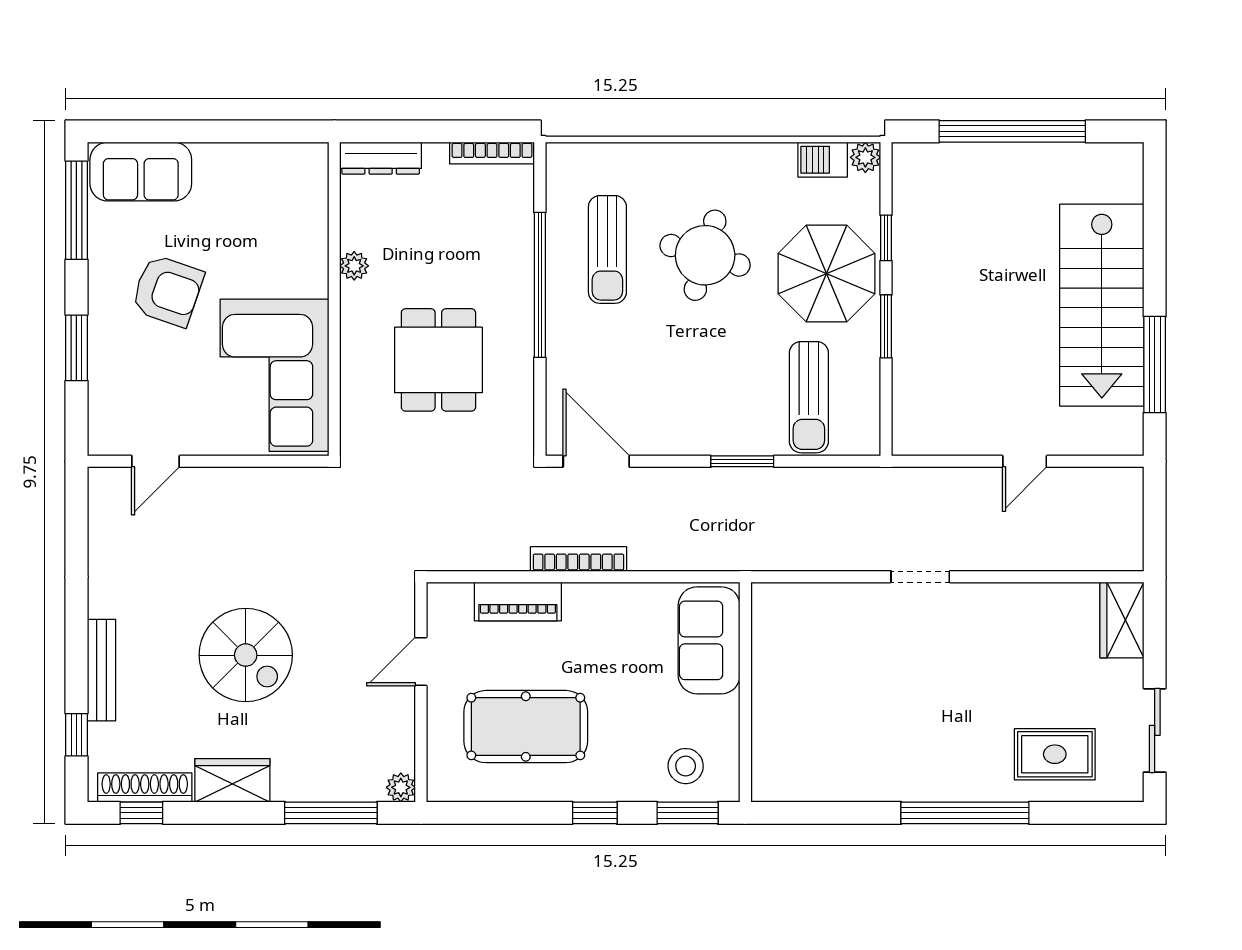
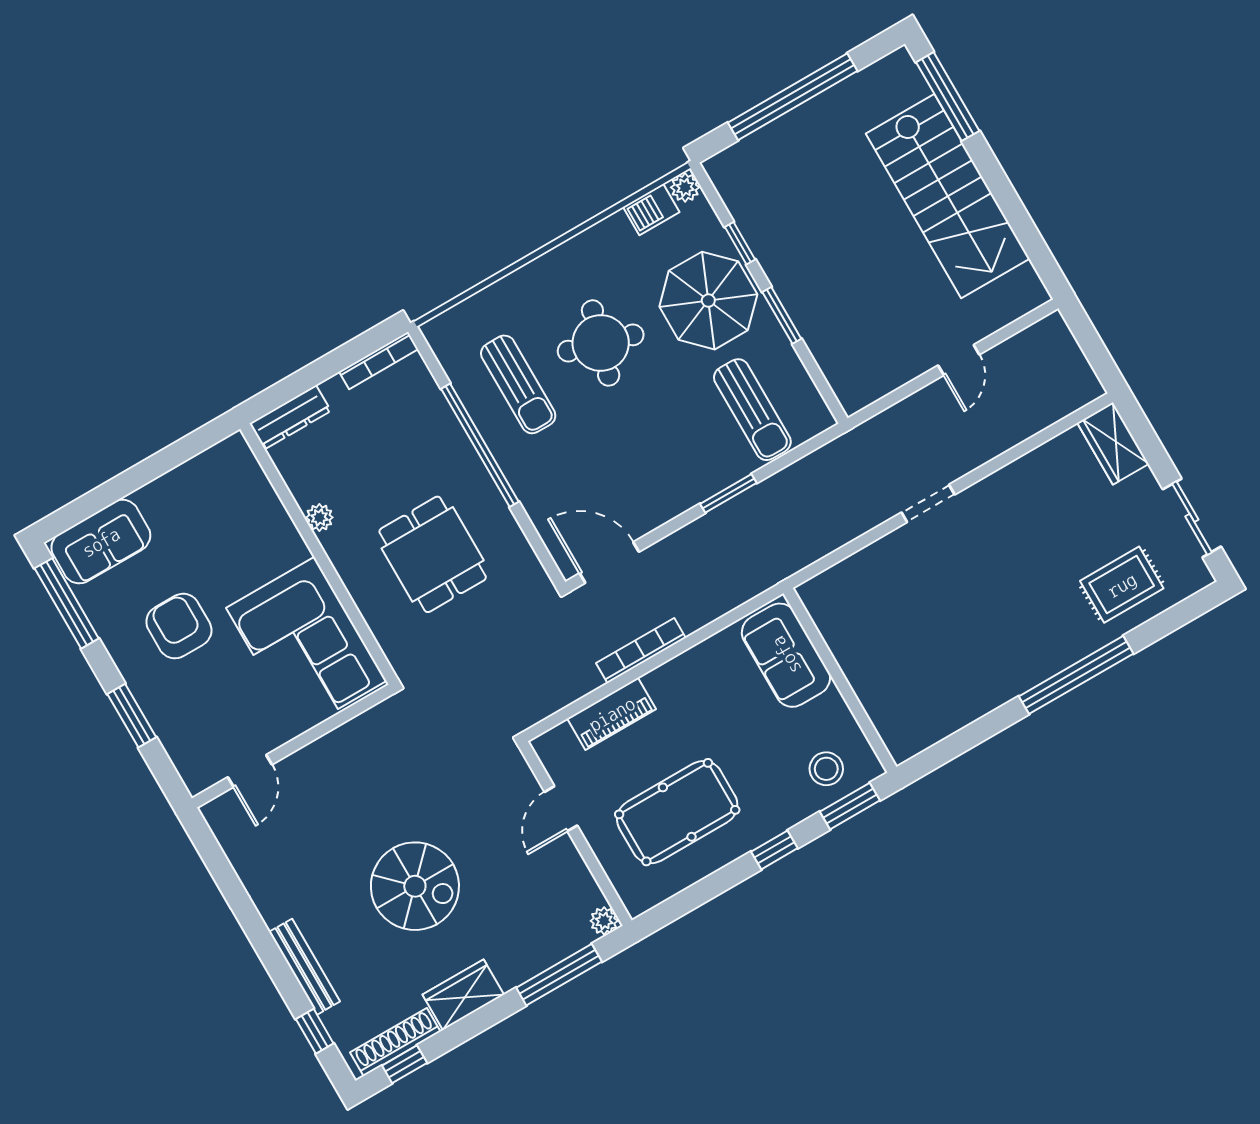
armchair: (167, 291) -> (179, 626), turned -109
window: (1155, 365) -> (948, 97), moved

